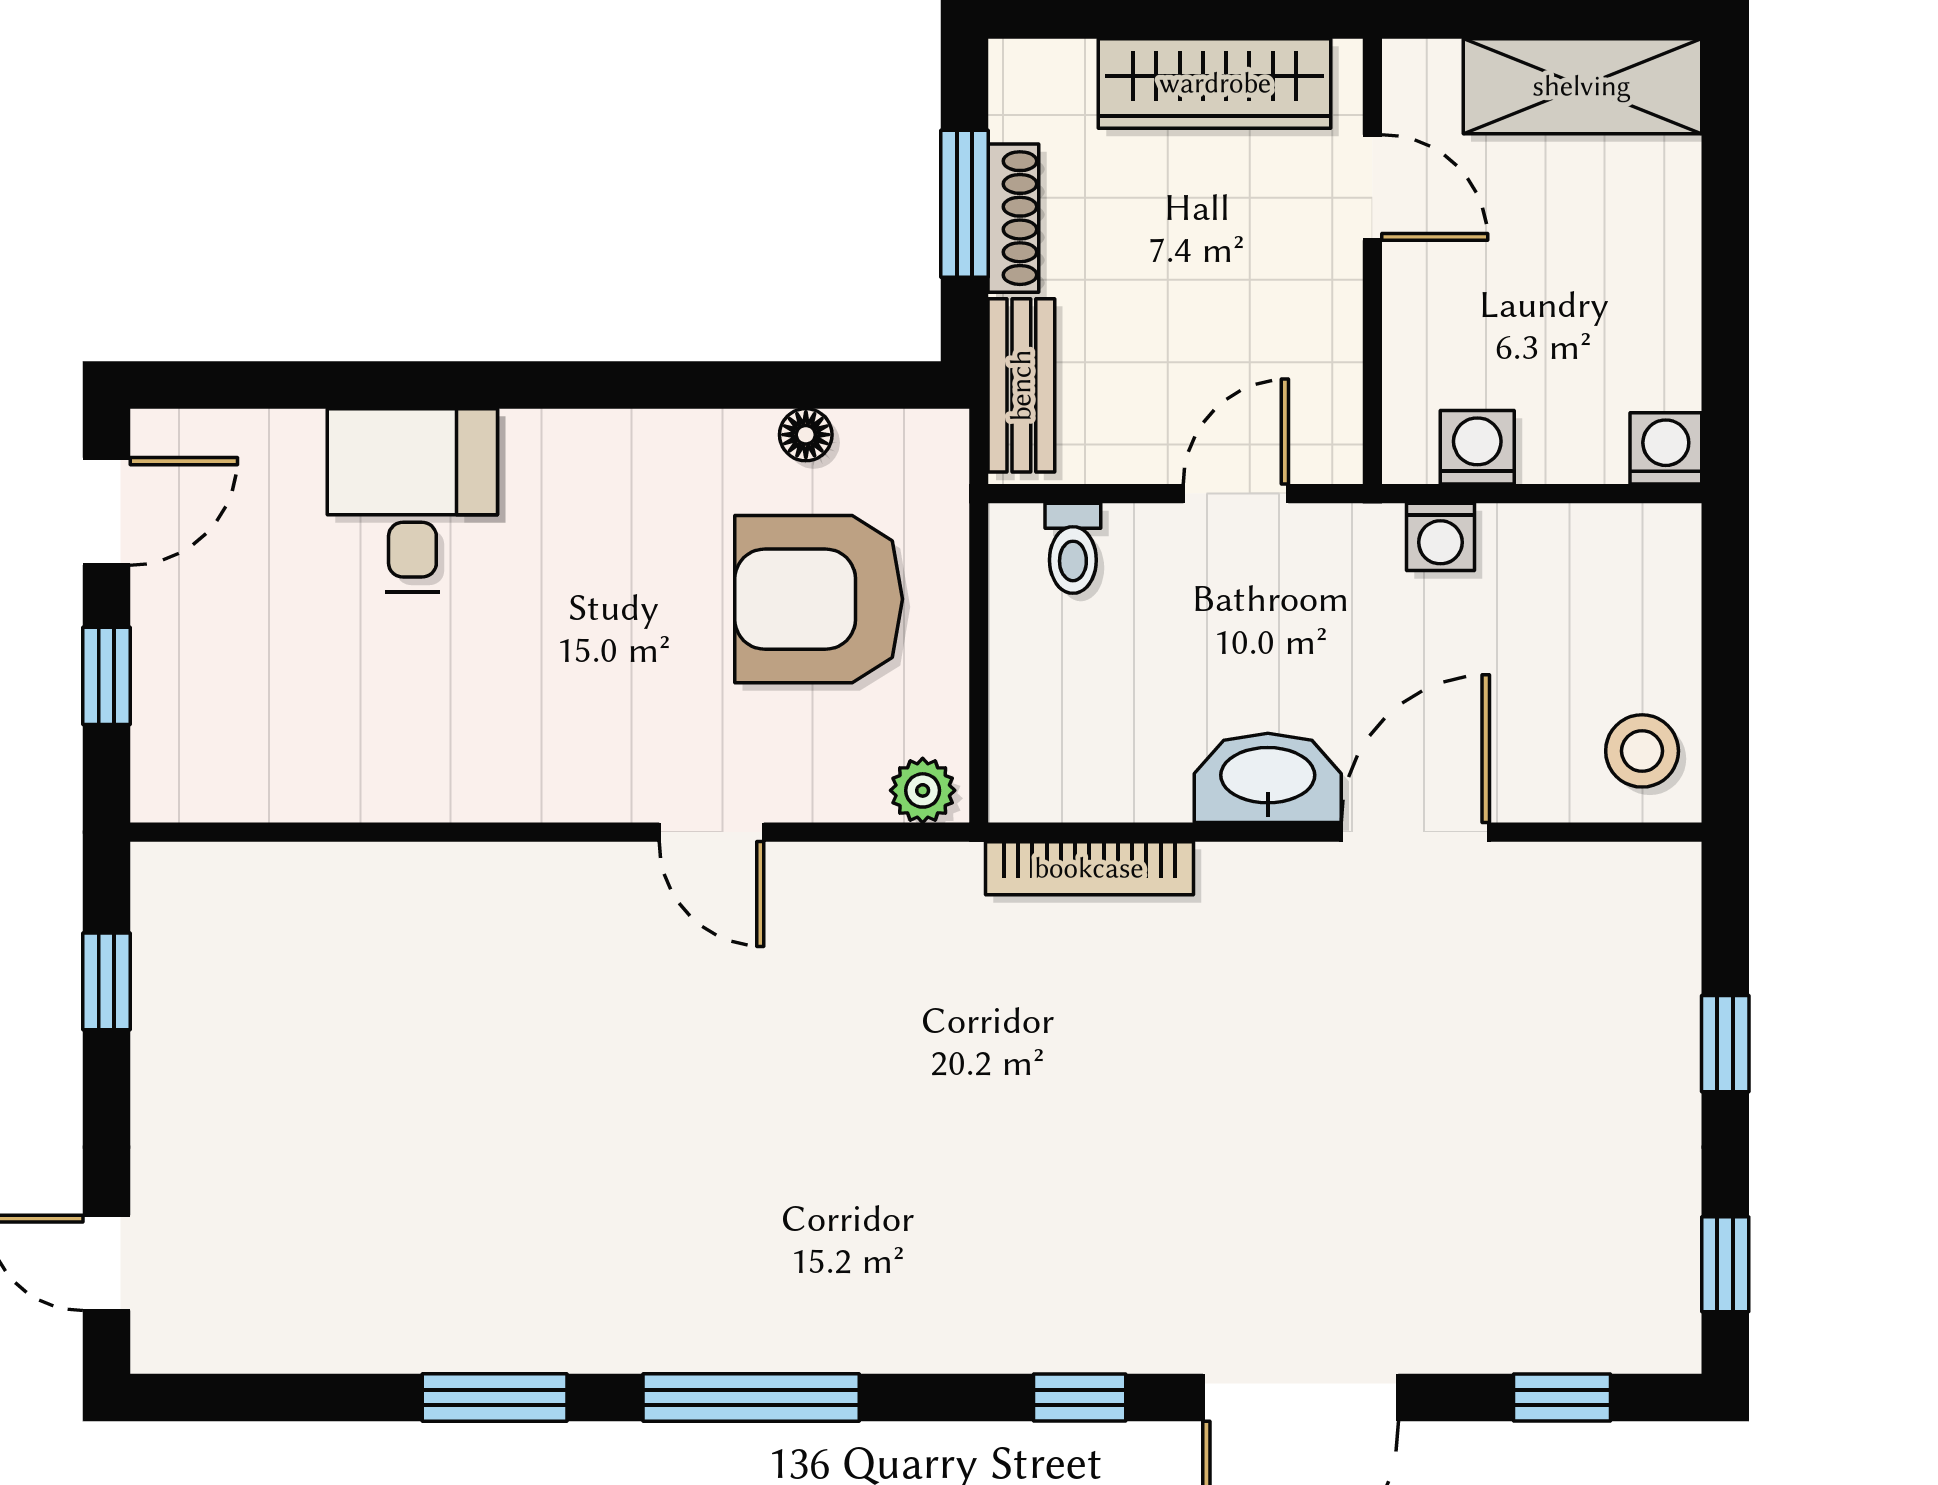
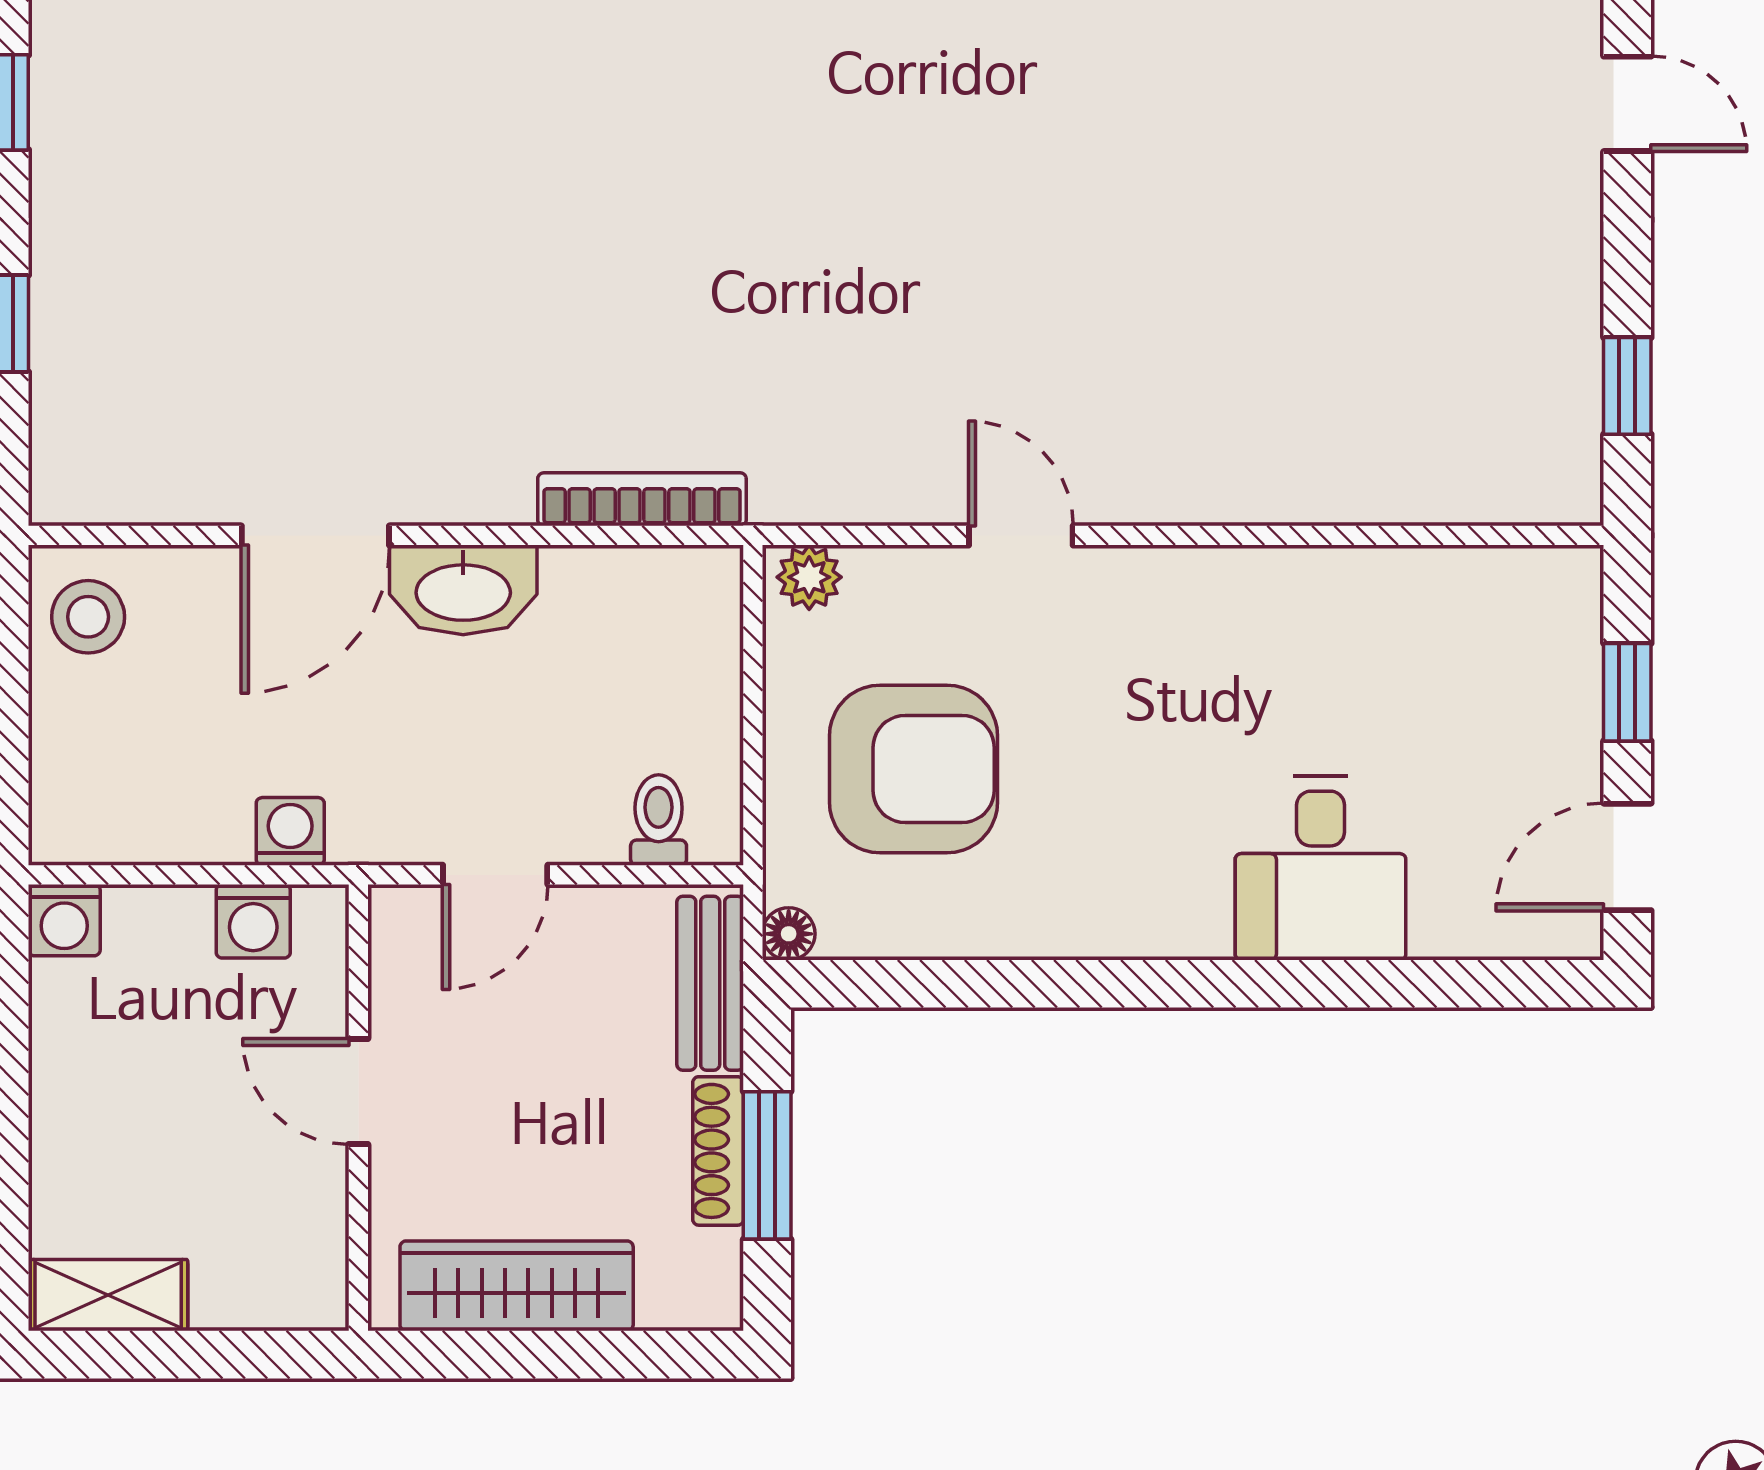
shelving: (1582, 86) -> (108, 1295), width x0.67, depth x0.75
door: (1372, 188) -> (358, 1092), moved
floor lamp: (806, 435) -> (789, 934), moved

